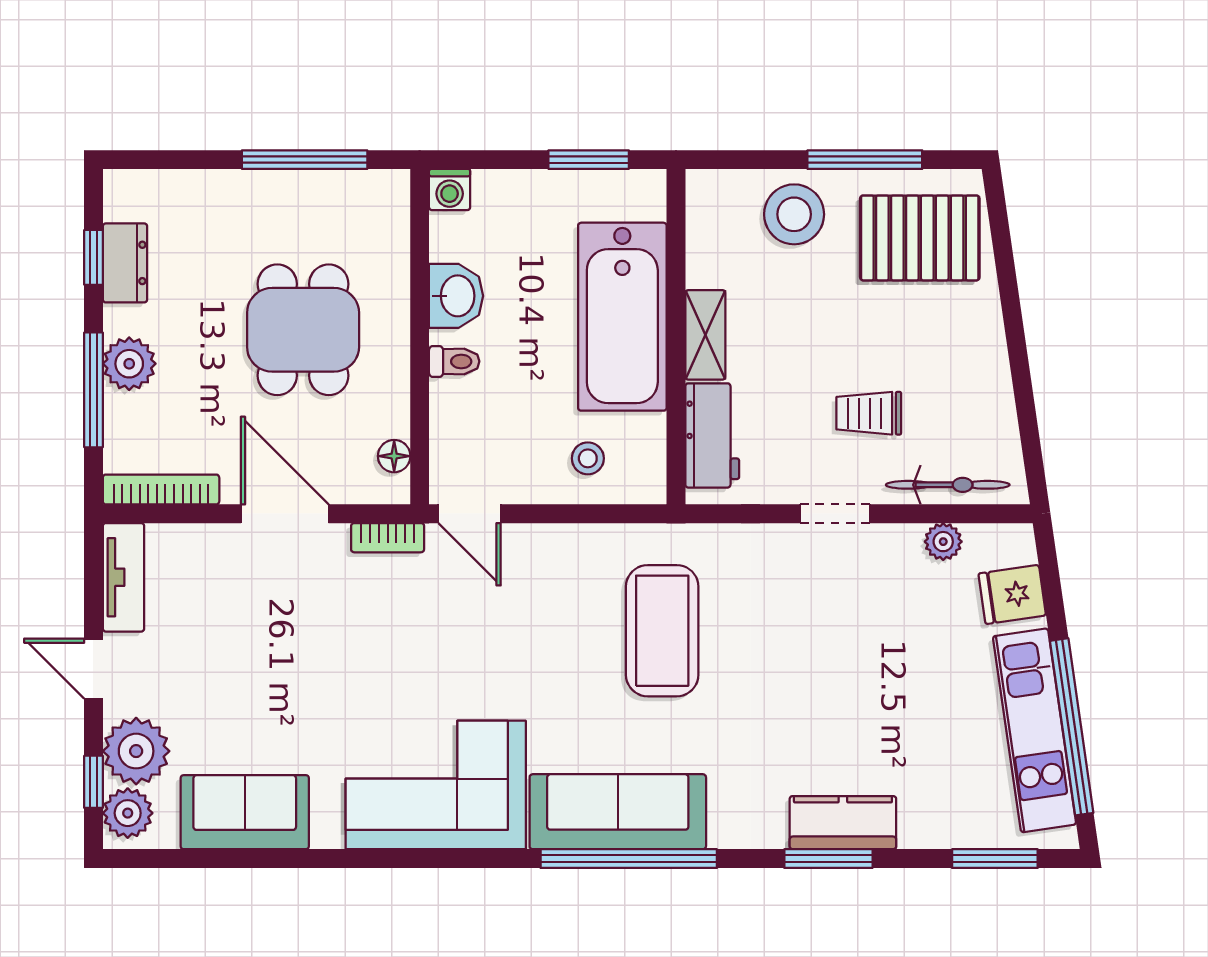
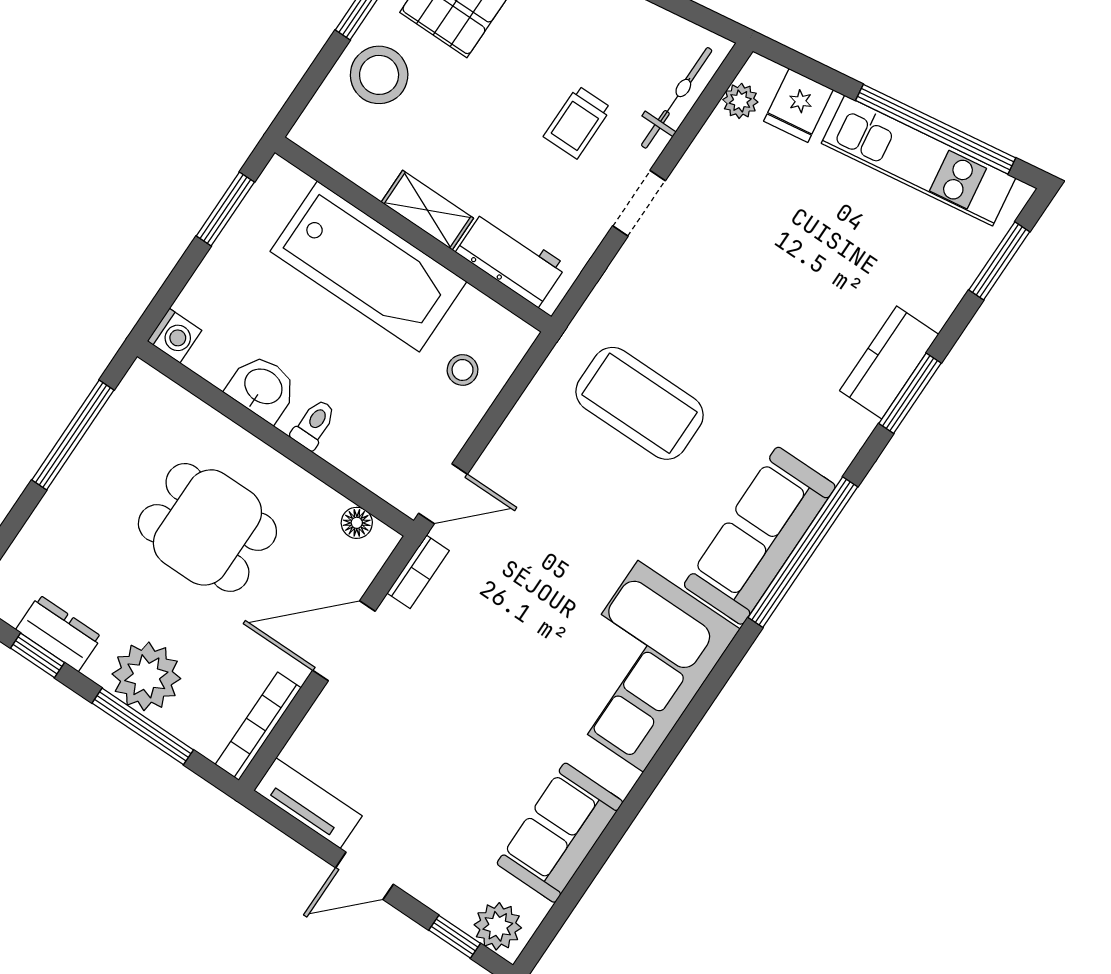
plant: (129, 364) -> (146, 676), width x1.36, depth x1.36
plant: (943, 542) -> (740, 101), moved
plant: (136, 751) -> (453, 886), removed

